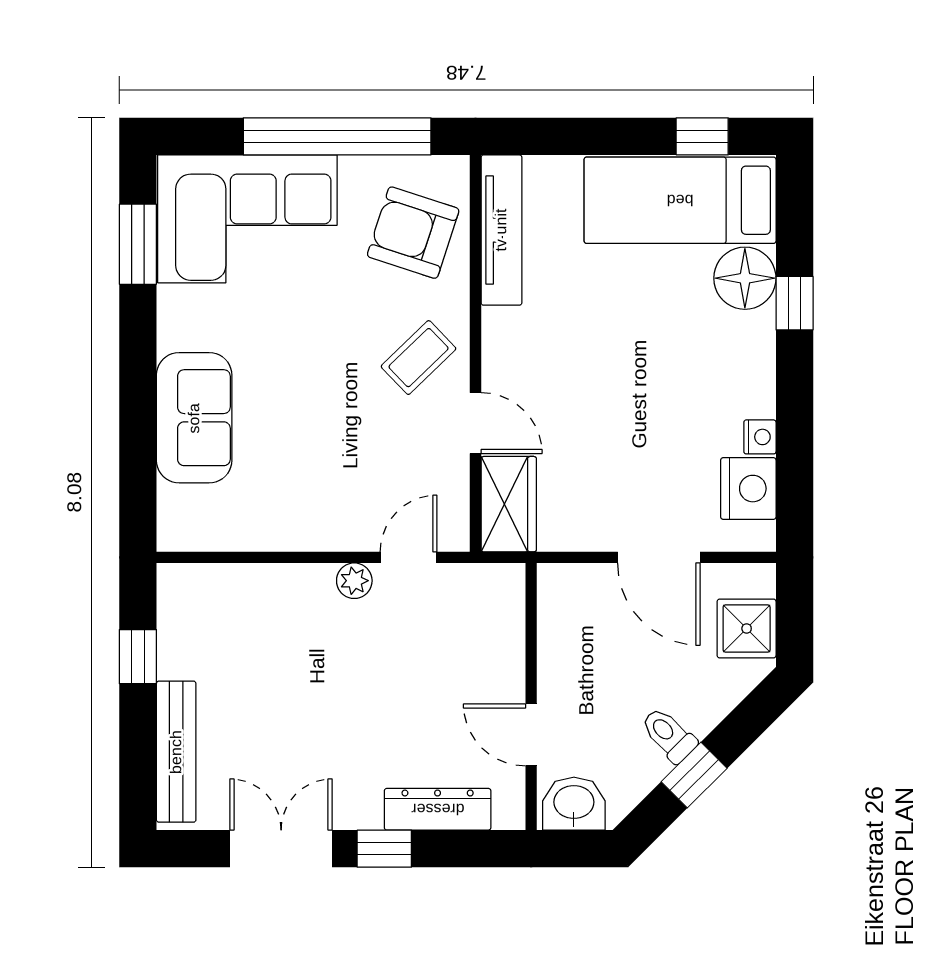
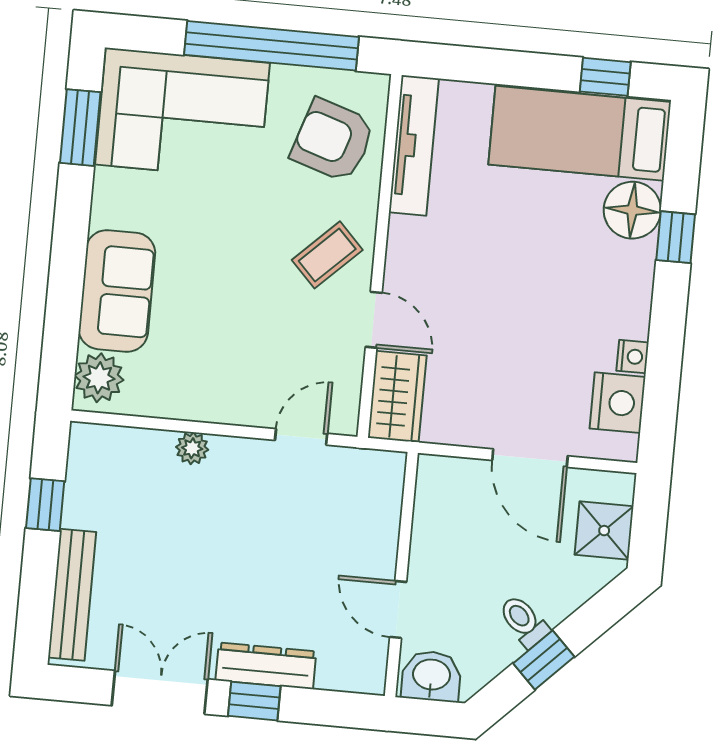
plant: (183, 514) -> (99, 378), added
plant: (354, 581) -> (192, 448), moved
dresser: (438, 809) -> (266, 666), moved

